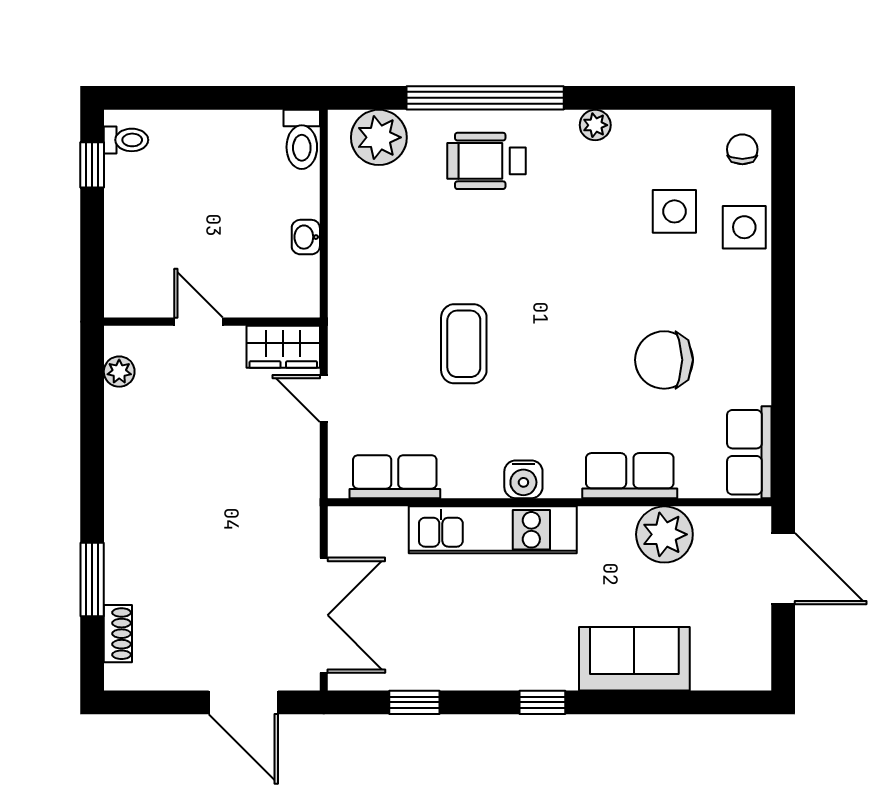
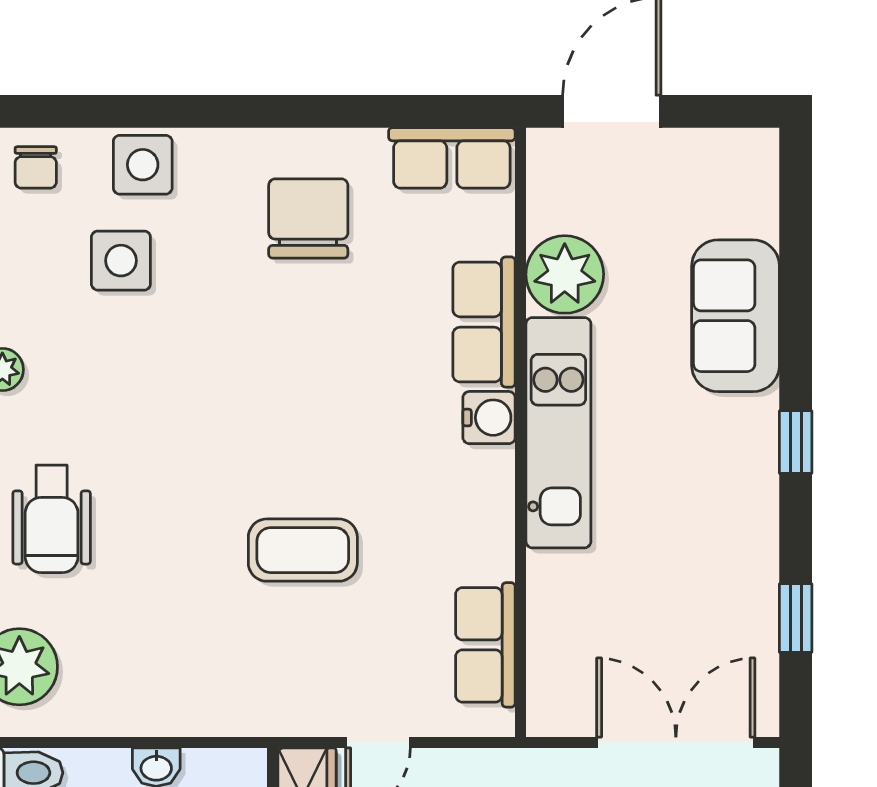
chair: (742, 149) -> (36, 167), turned -90
chair: (664, 360) -> (308, 218), moved, turned 180
water cooler: (523, 479) -> (489, 418), moved
kitchen unit: (493, 530) -> (558, 433), moved

